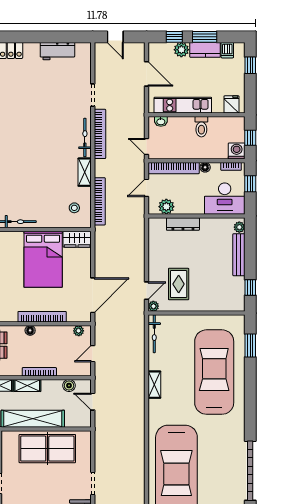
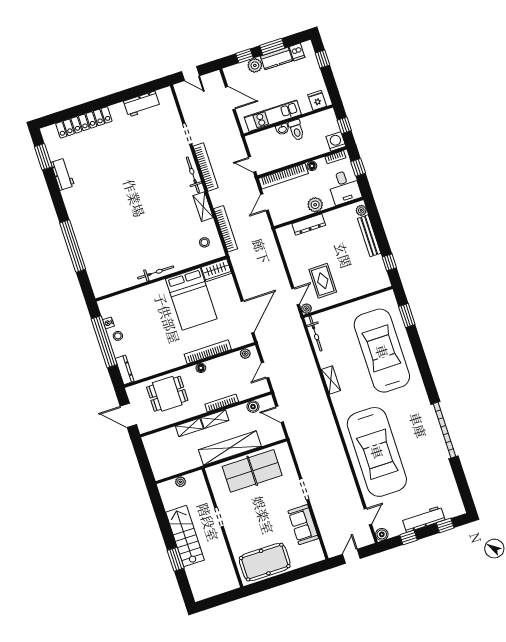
washbasin: (161, 121) -> (282, 129), moved
desk: (225, 199) -> (344, 187), width x0.73
plant: (166, 207) -> (315, 205), moved

